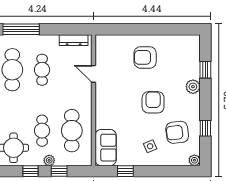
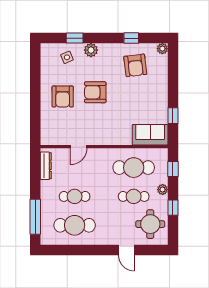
armchair: (153, 102) -> (95, 92), moved
side table: (150, 146) -> (67, 57), moved
window: (59, 171) -> (173, 169), moved

